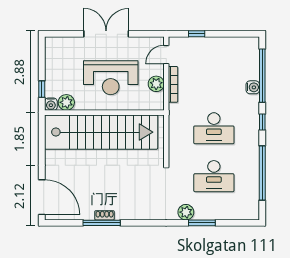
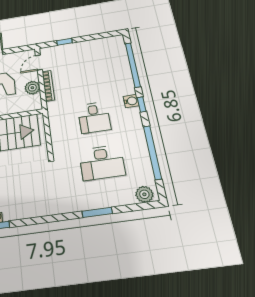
water cooler: (253, 87) -> (131, 101), moved
desk: (214, 128) -> (94, 117), width x0.73
plant: (186, 212) -> (144, 194), moved

